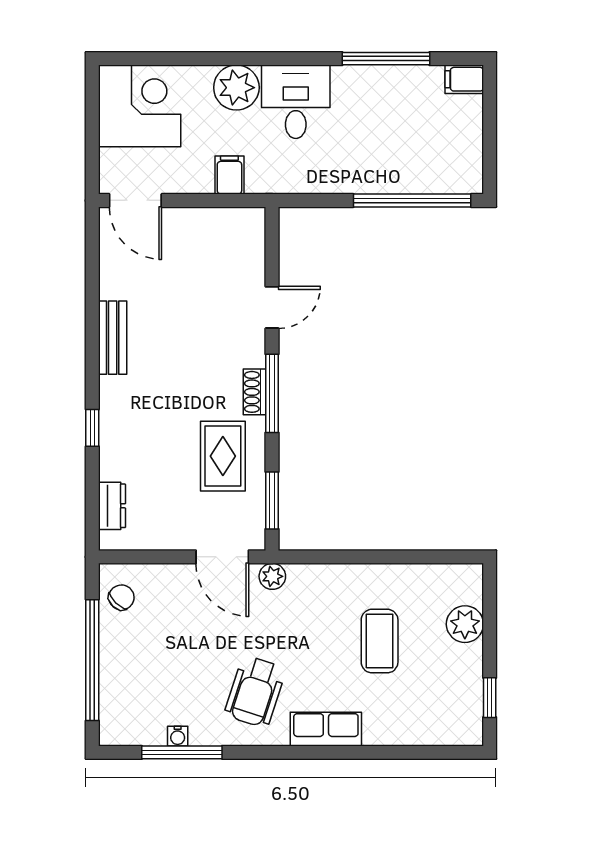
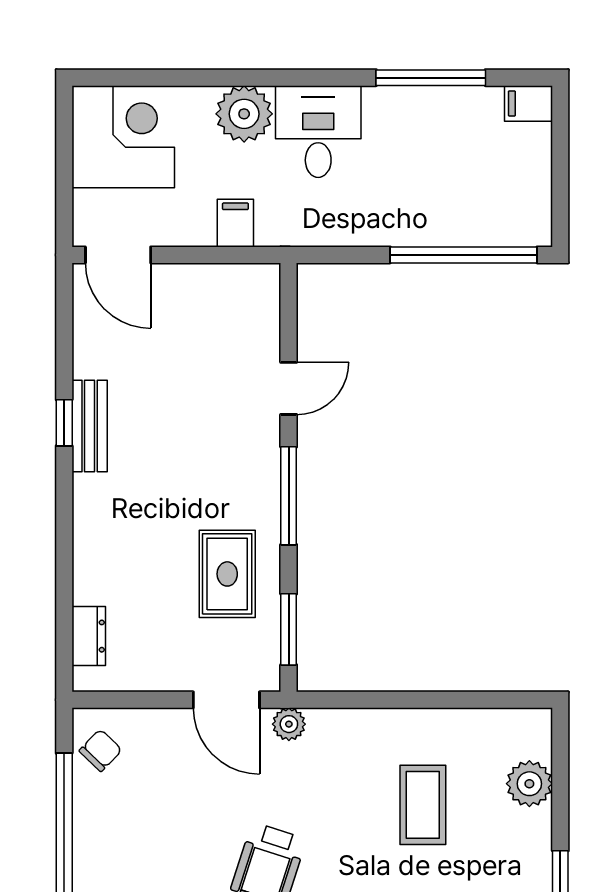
shoe rack: (255, 392) -> (267, 494), removed
window: (92, 428) -> (64, 423), moved

